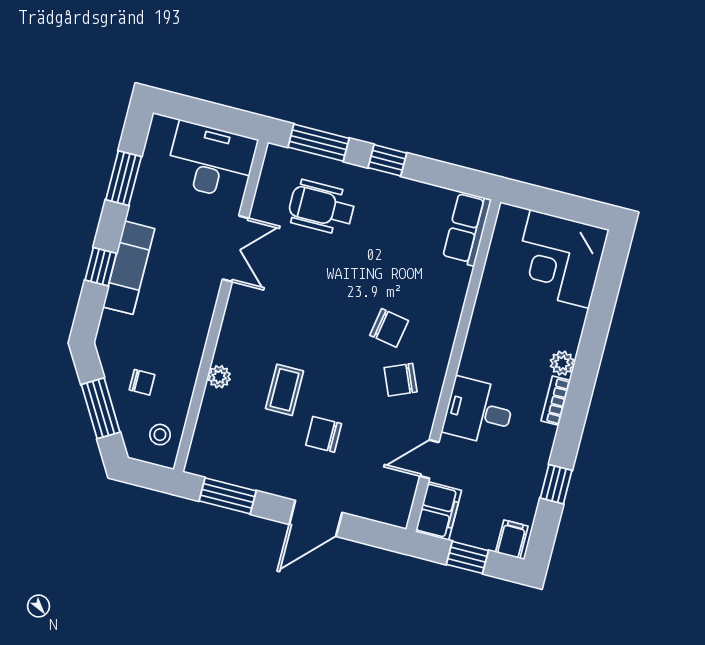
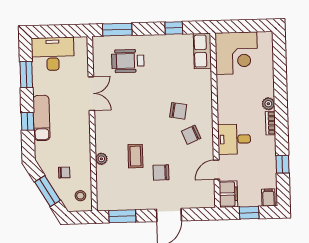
window: (387, 160) -> (174, 28), moved
desk: (211, 161) -> (53, 54), moved
corner desk: (560, 259) -> (236, 53), moved, turned -90

